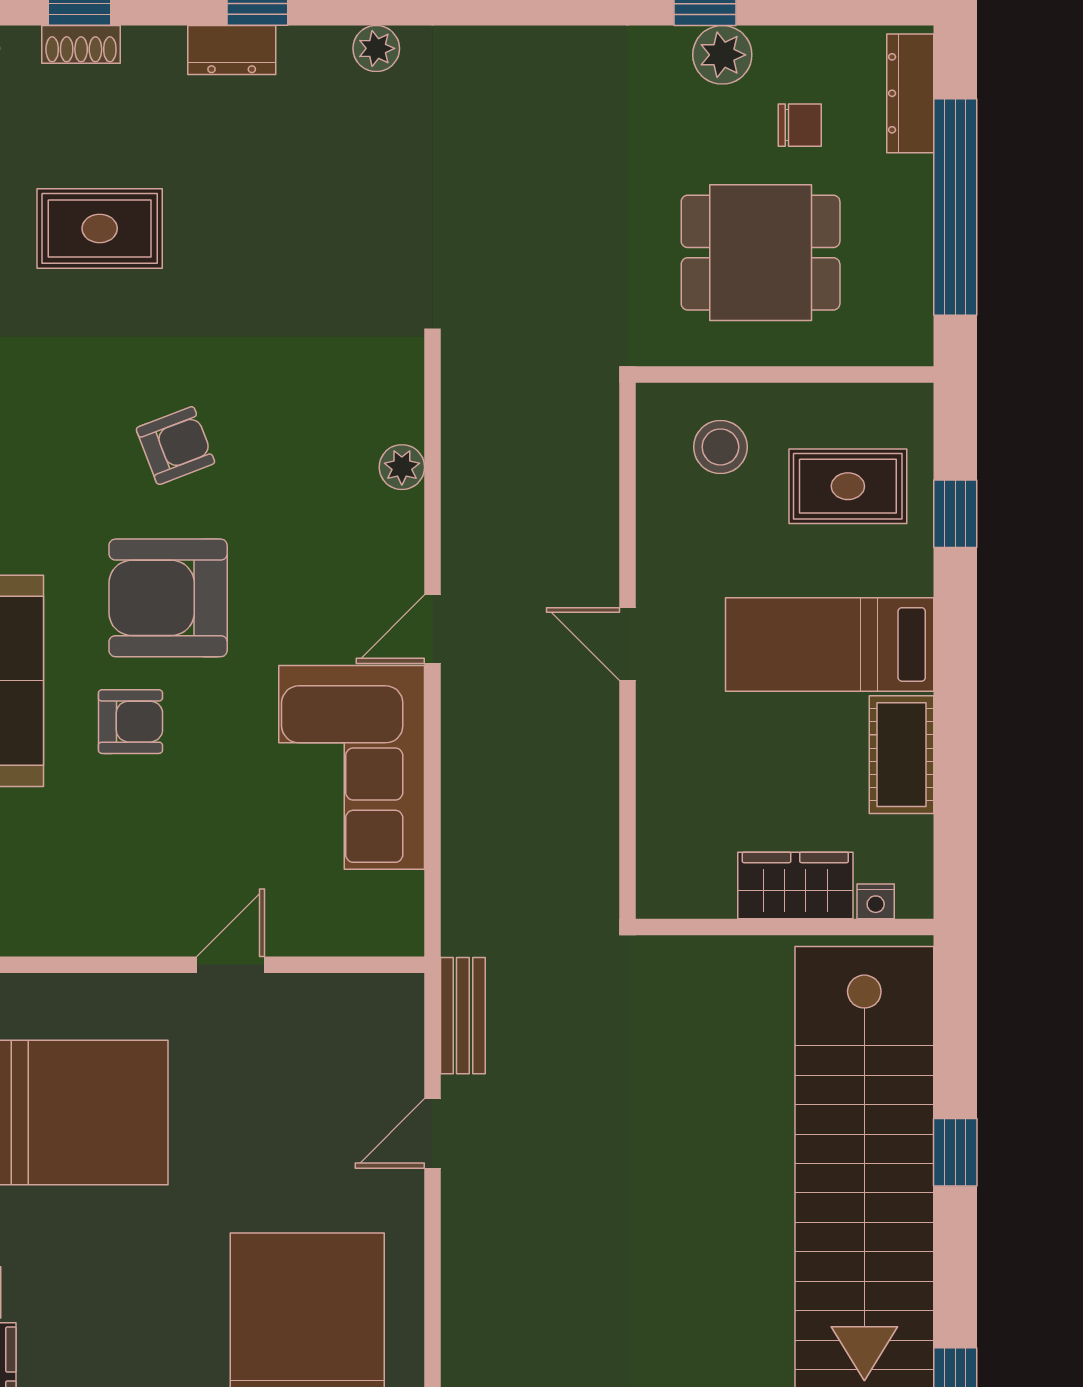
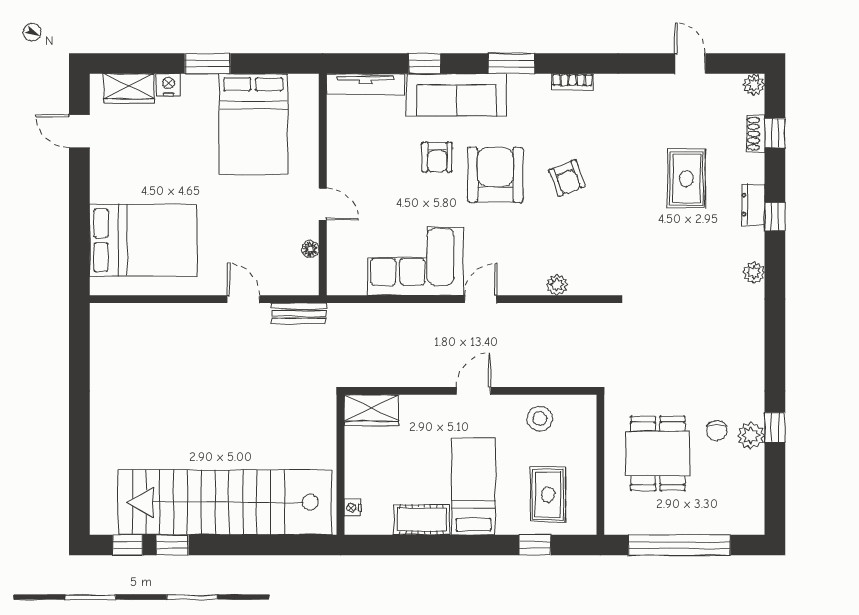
dresser: (910, 93) -> (733, 524), removed
chair: (800, 125) -> (717, 431), moved
rug: (100, 228) -> (686, 179), moved
stool: (720, 447) -> (540, 419), moved
door: (433, 629) -> (481, 299), hinge flipped
wardrobe: (795, 885) -> (371, 410), moved, turned 90
floor lamp: (326, 991) -> (310, 249), added
window: (955, 1152) -> (172, 545), moved

